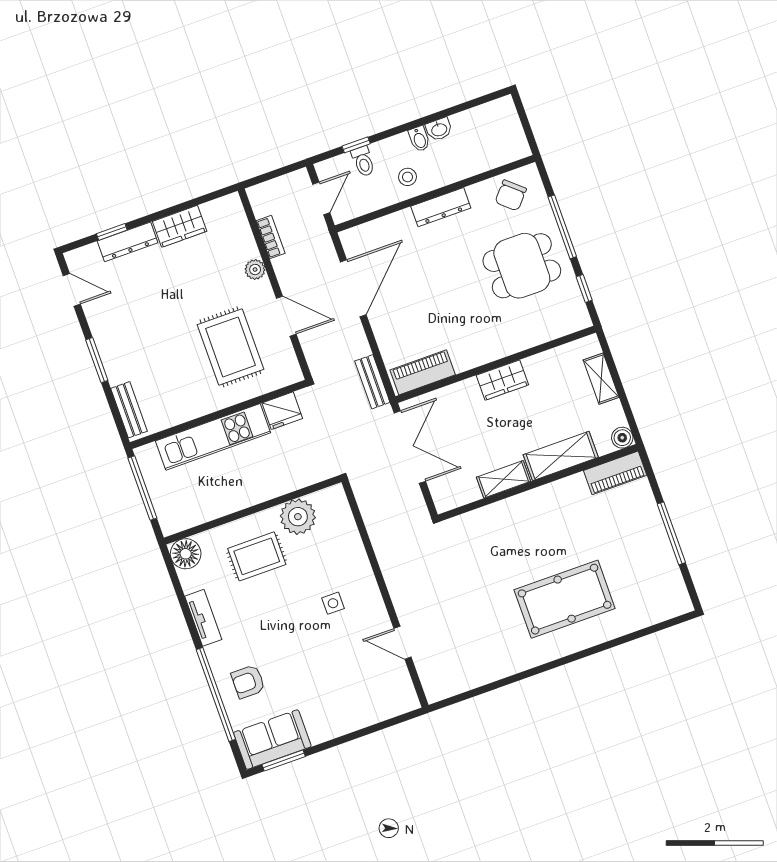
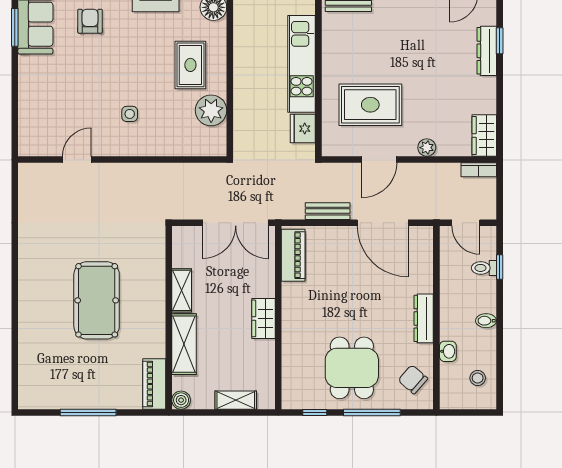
washbasin: (439, 129) -> (448, 351), moved, turned 180
stool: (407, 177) -> (478, 378), moved
wardrobe: (180, 226) -> (484, 135), moved
bookcase: (271, 237) -> (479, 170), moved
bench: (372, 382) -> (328, 211), moved
pool table: (565, 599) -> (97, 300), moved

